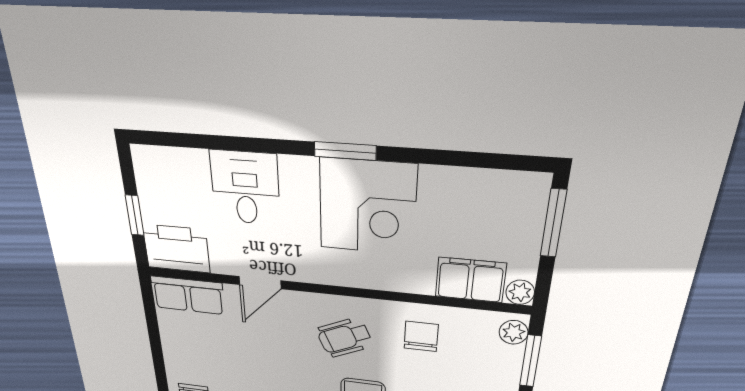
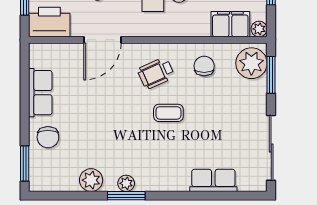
door: (260, 283) -> (102, 40), width x1.38
row of seats: (188, 295) -> (40, 93), moved, turned -90
plant: (514, 332) -> (251, 63), width x1.88, depth x1.88

